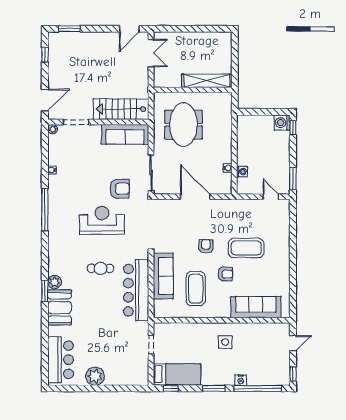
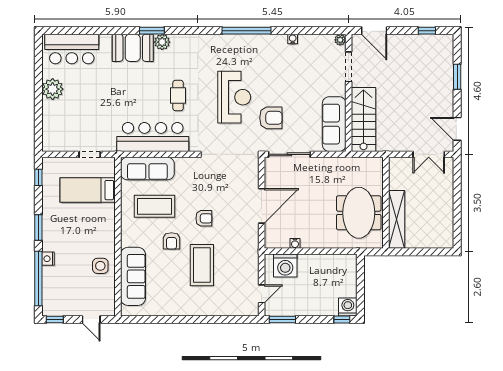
window: (69, 29) -> (457, 77), moved
meeting table: (183, 125) -> (359, 213), moved, turned 90
washing machine: (242, 172) -> (285, 265), width x1.89, depth x1.89
armchair: (120, 189) -> (271, 118), turned -90
sofa: (163, 276) -> (147, 169), moved
side table: (225, 342) -> (100, 266), moved
bed: (177, 374) -> (88, 190), moved, turned 90

